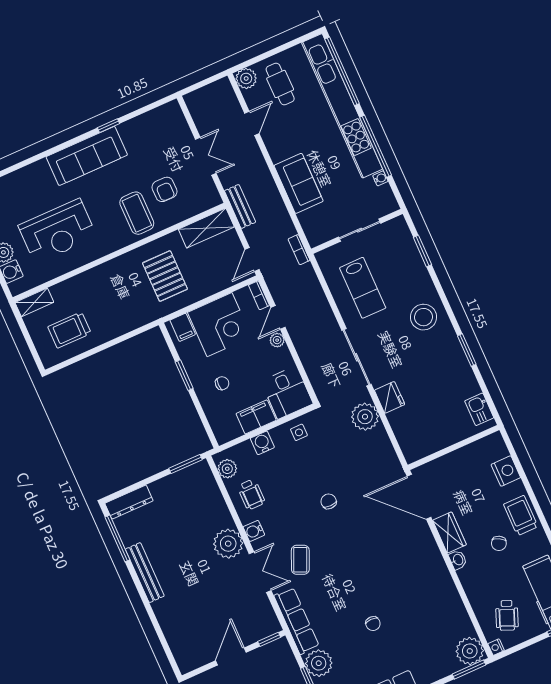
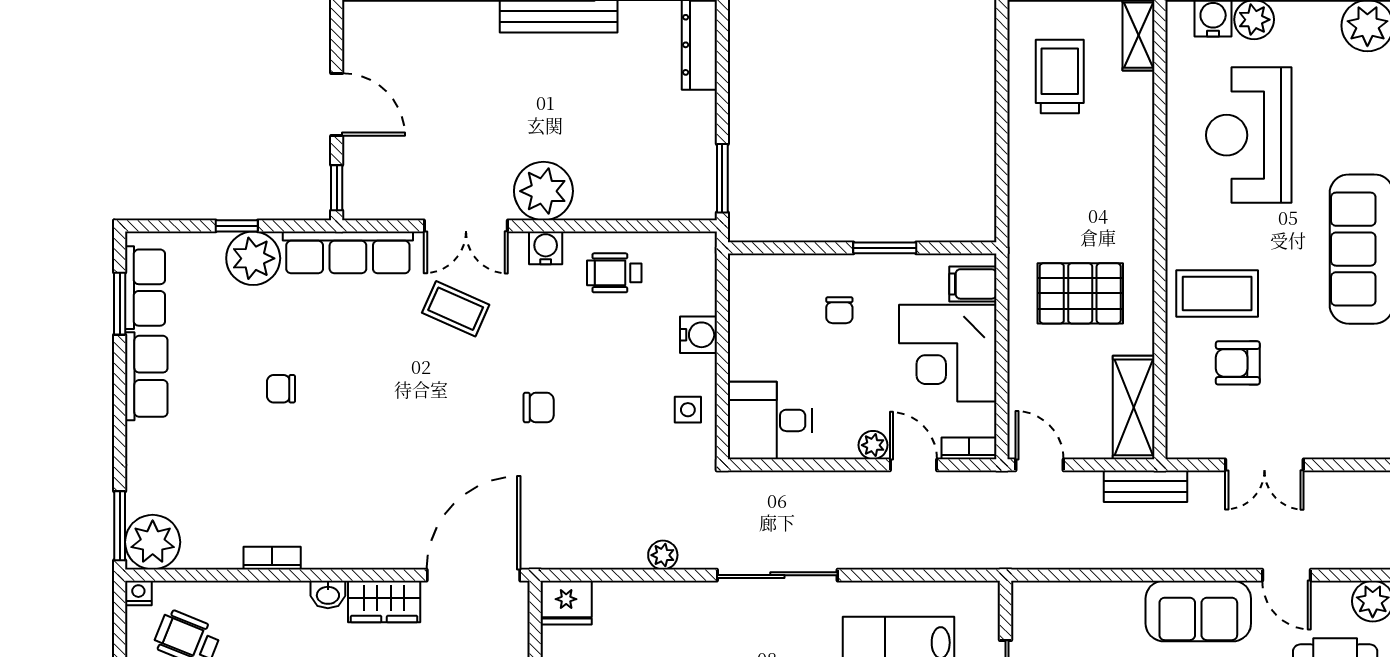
sofa: (299, 183) -> (1198, 611), moved
bookcase: (299, 250) -> (272, 558), moved
fridge: (390, 397) -> (566, 603), moved
filing cabinet: (256, 417) -> (751, 345), removed
plant: (365, 417) -> (663, 555), width x0.53, depth x0.53
plant: (227, 469) -> (680, 250), removed

